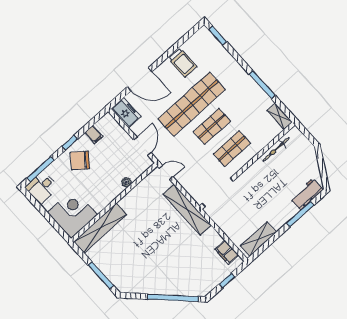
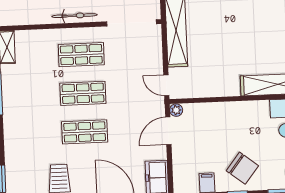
shop shelf: (192, 104) -> (85, 132), width x0.50, depth x0.74
bicycle: (276, 149) -> (75, 16), moved
plant: (126, 182) -> (176, 110), moved

